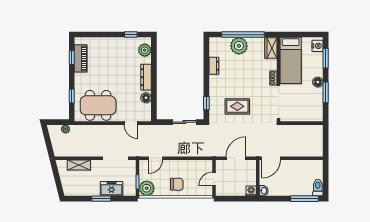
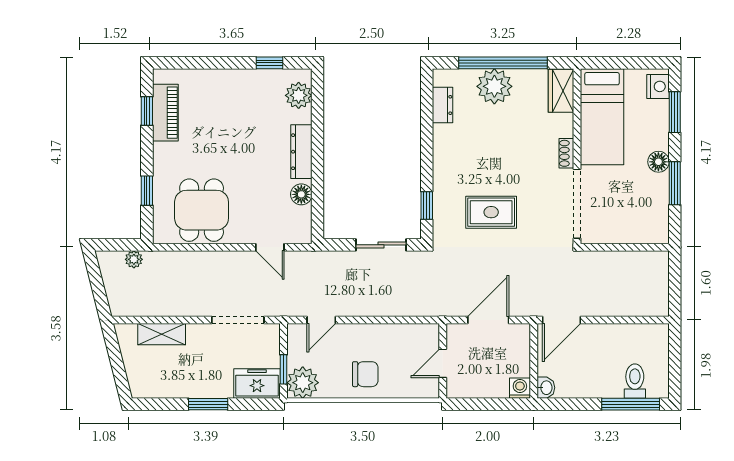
dresser: (214, 66) -> (442, 105), moved
dining table: (98, 105) -> (202, 210), width x0.73
toilet: (318, 188) -> (635, 381), moved
freezer: (111, 189) -> (257, 384), moved

